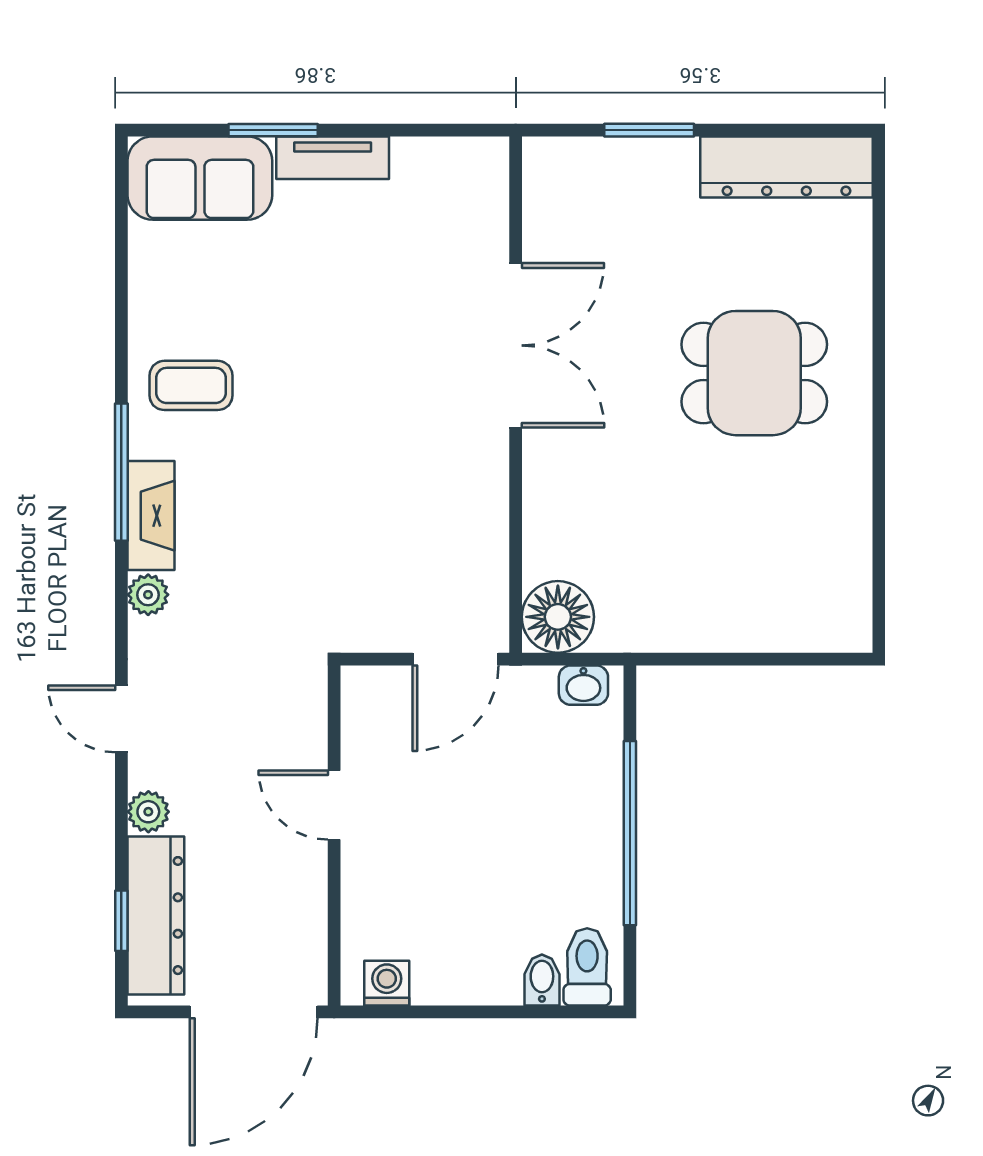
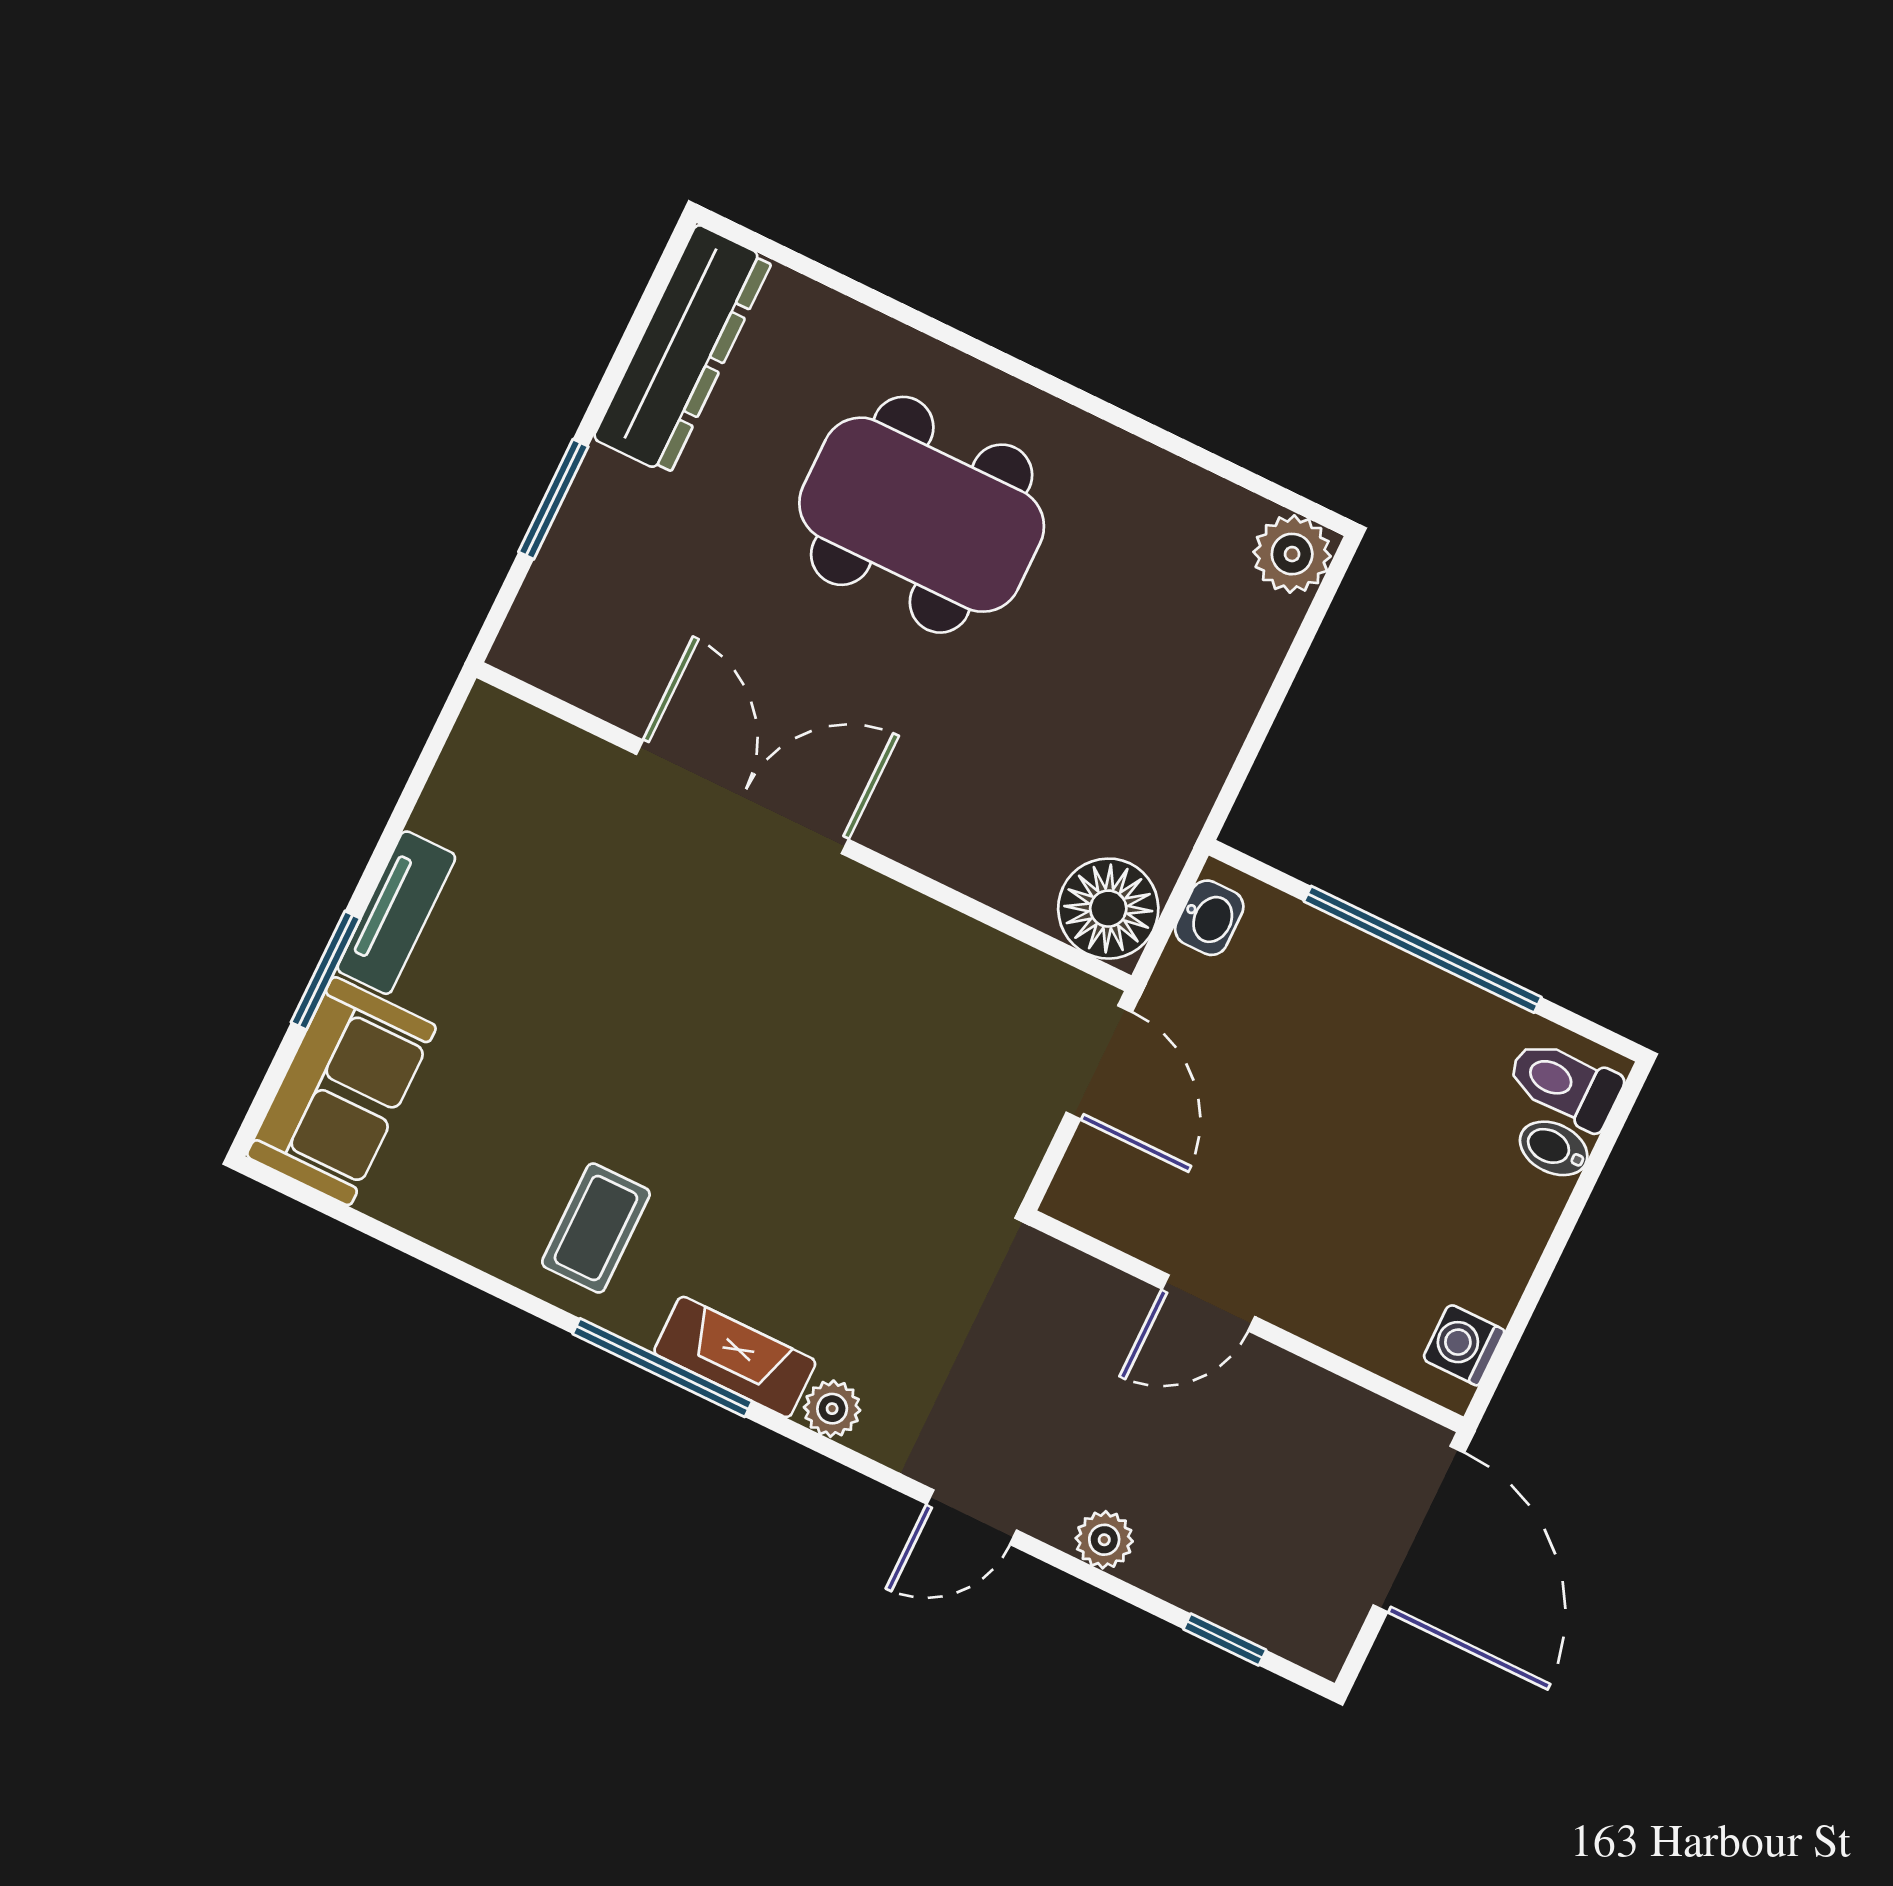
dining table: (754, 373) -> (922, 515), width x1.38
plant: (845, 625) -> (1292, 554), added
dresser: (156, 916) -> (1239, 1593), removed

